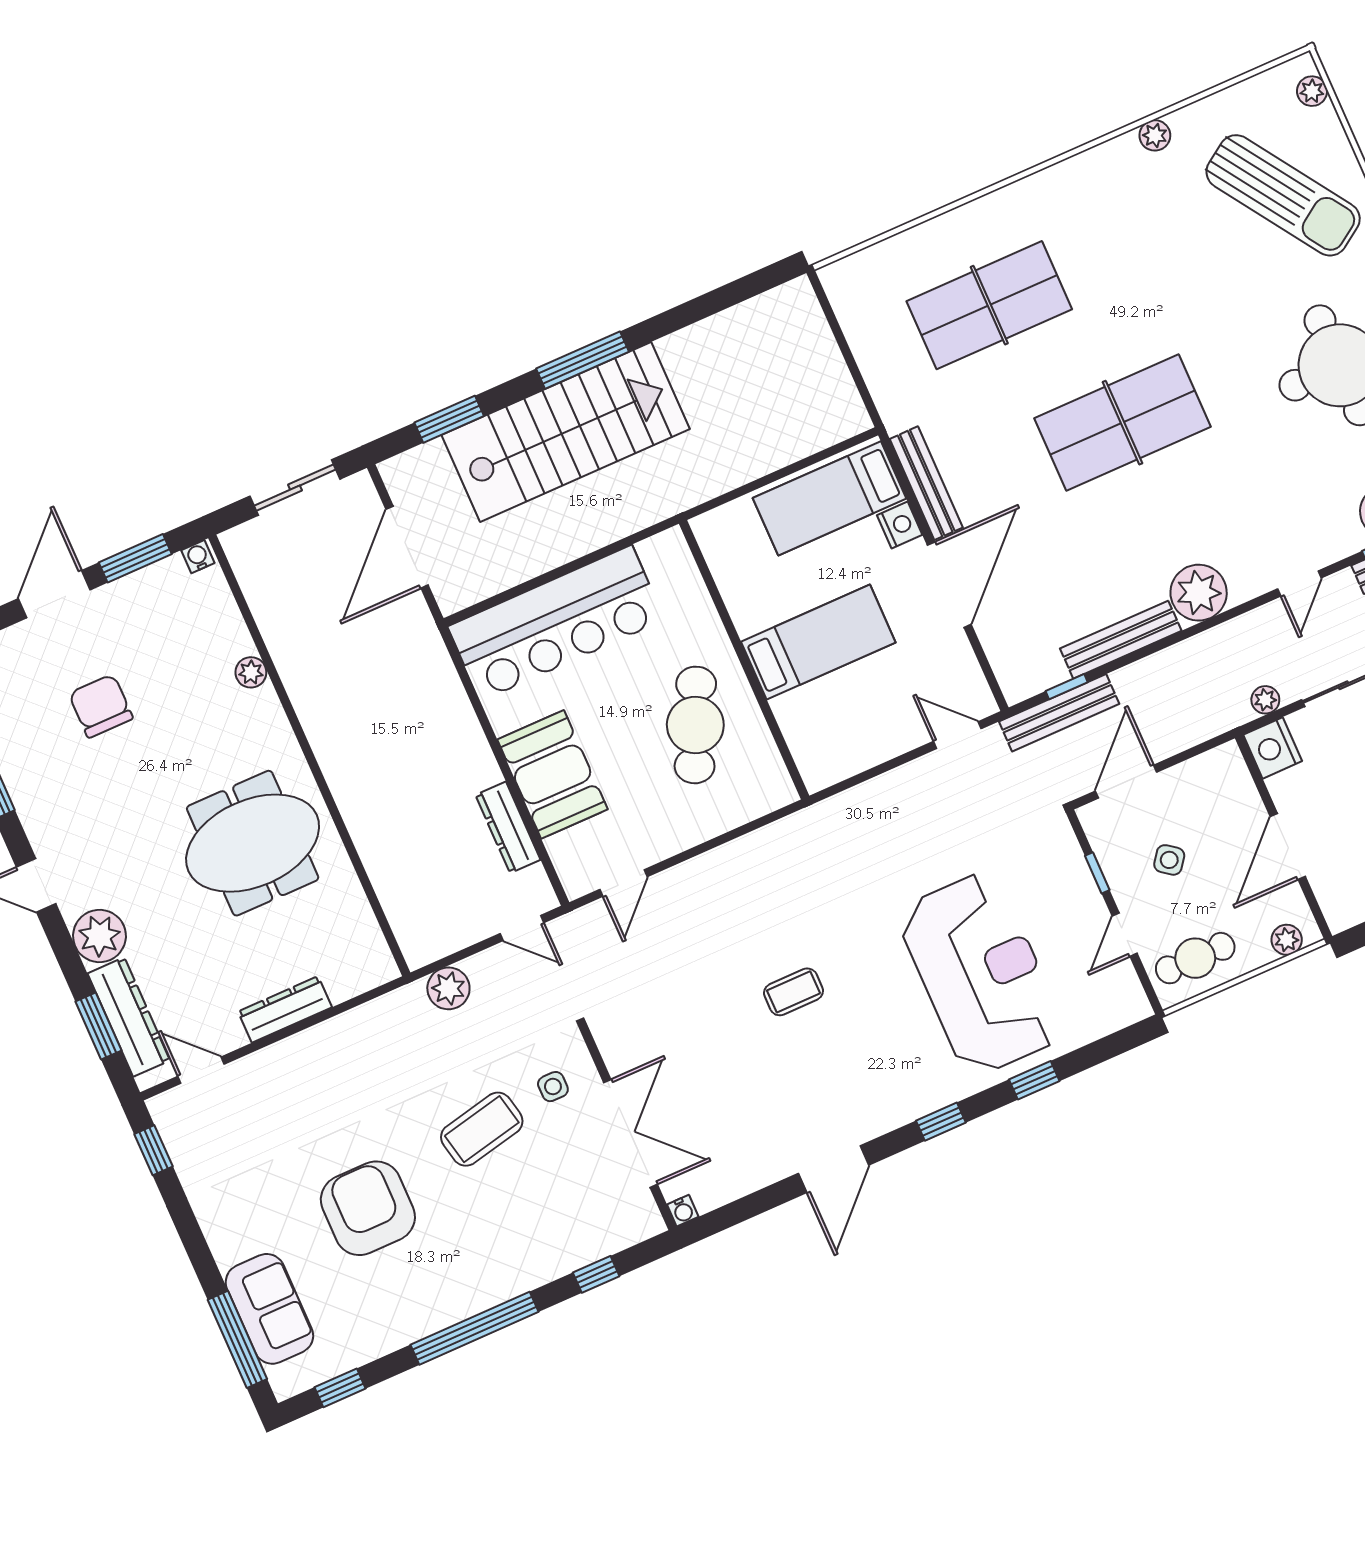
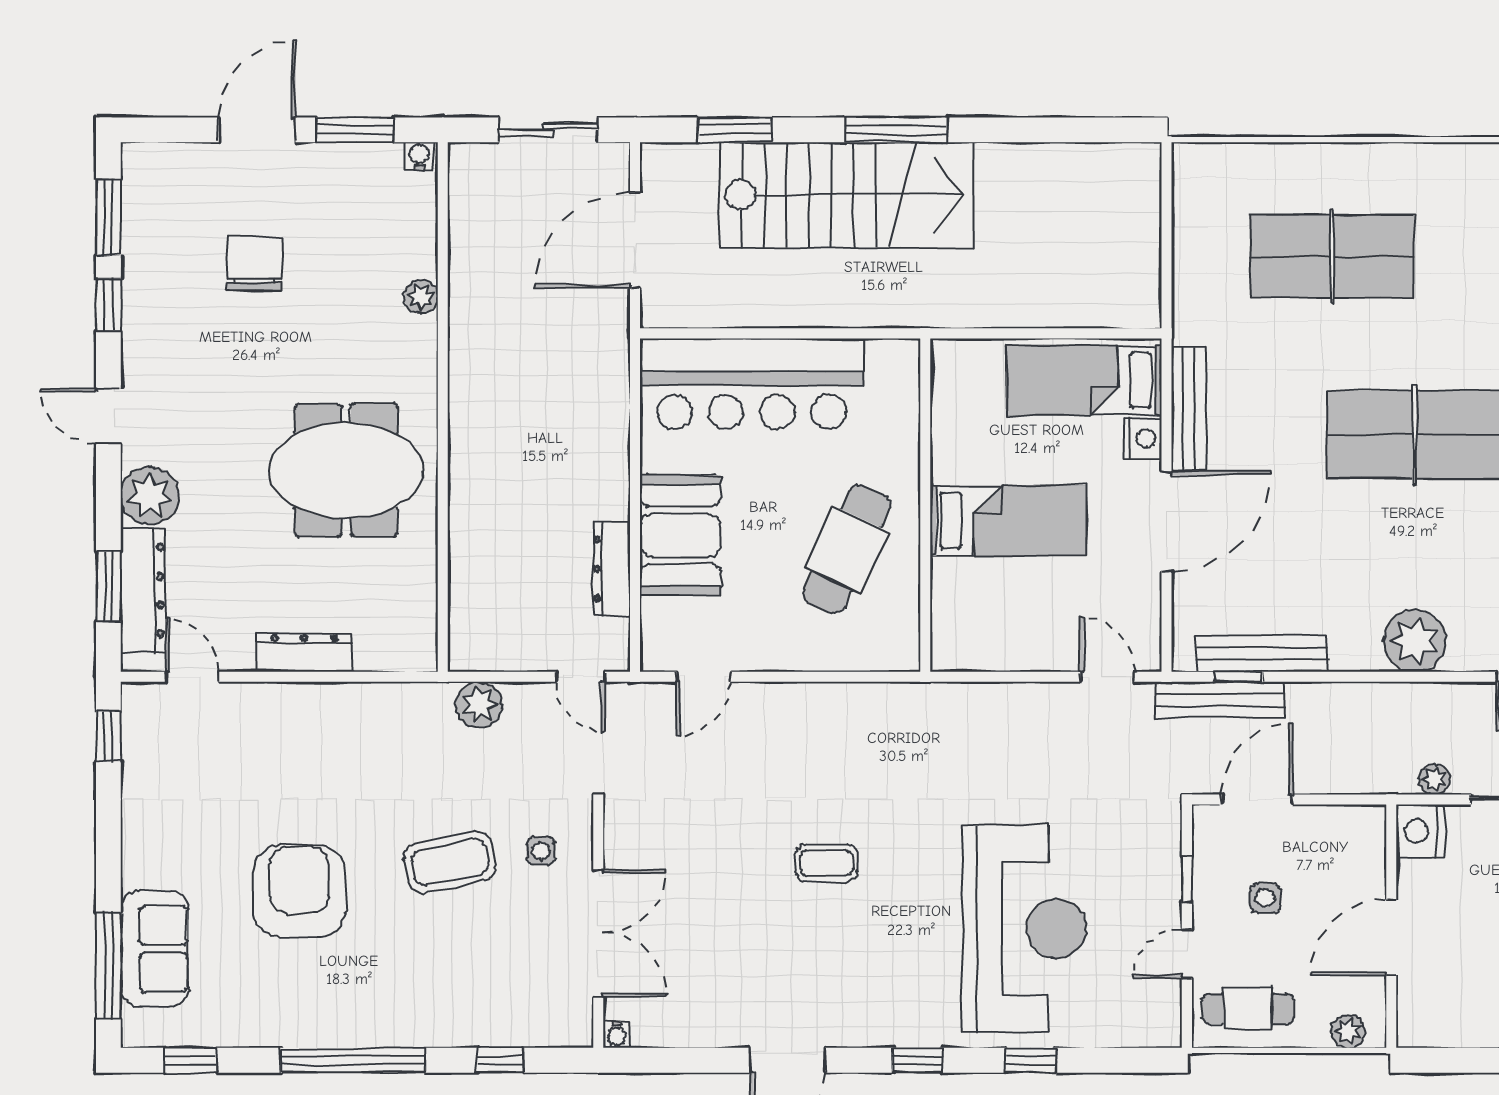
bench: (1121, 640) -> (1262, 654), moved
side table: (1169, 860) -> (1265, 898), turned -37

